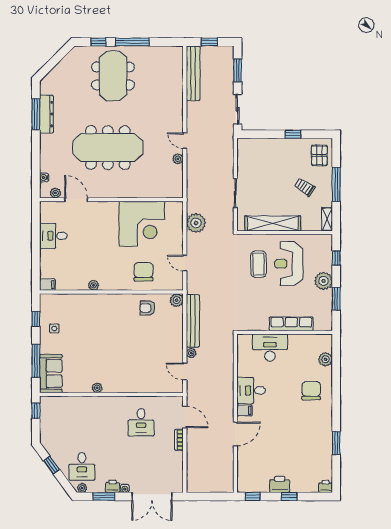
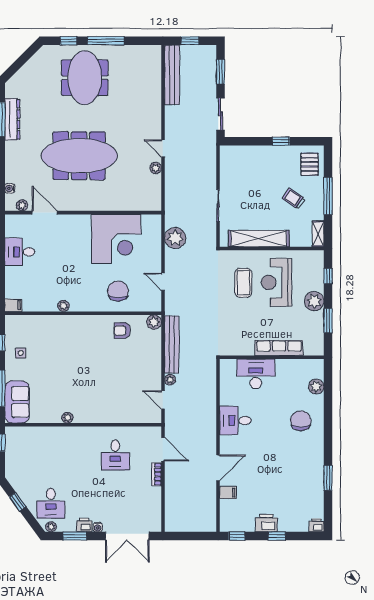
filing cabinet: (244, 410) -> (228, 493), moved

